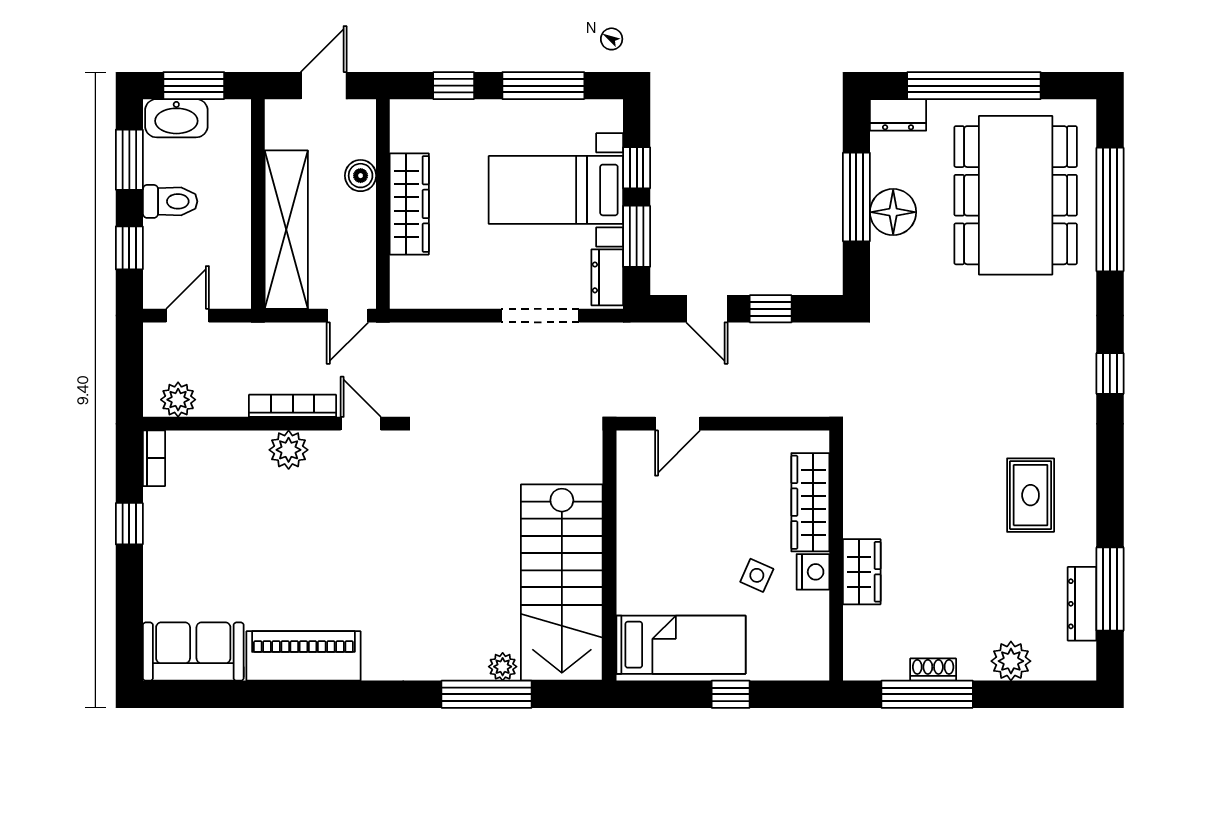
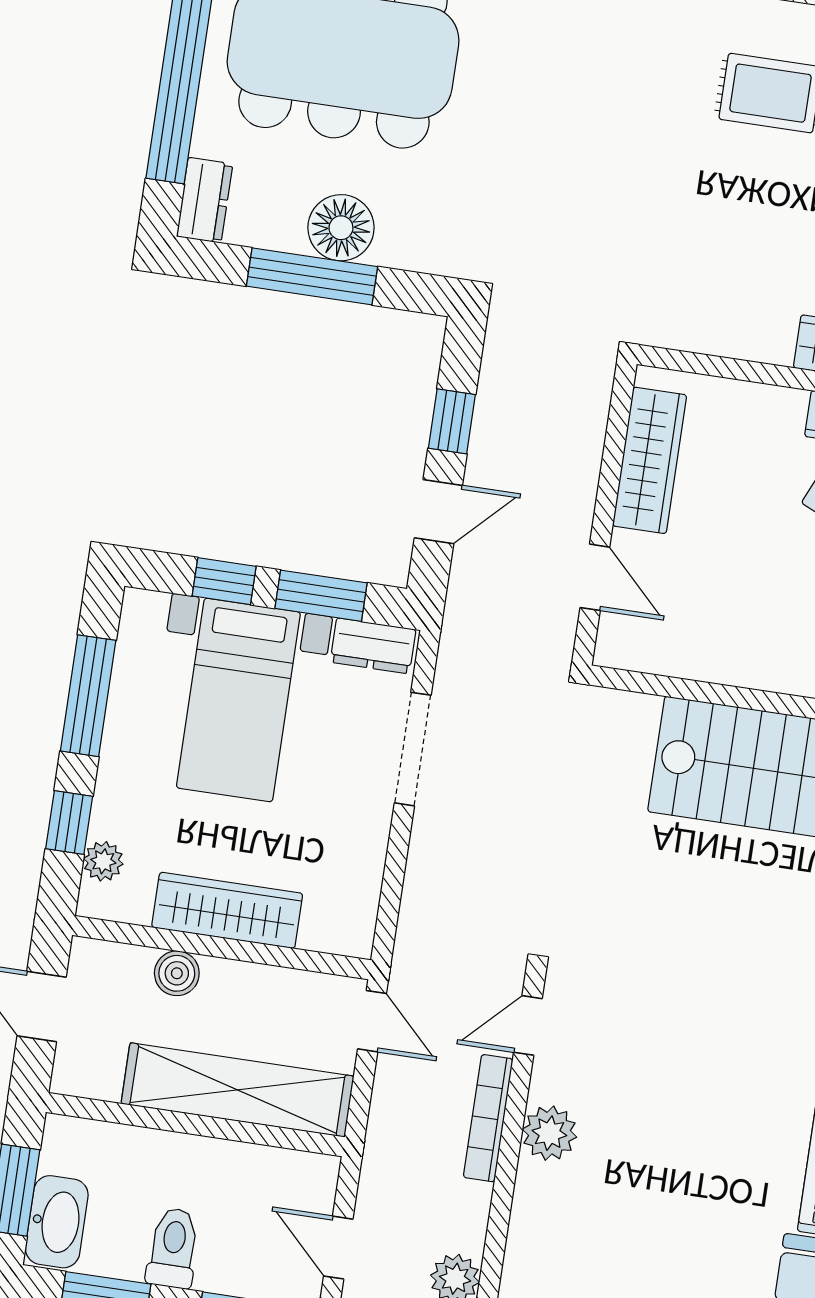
plant: (430, 113) -> (103, 861), added
wardrobe: (810, 502) -> (650, 460), moved, turned -90

